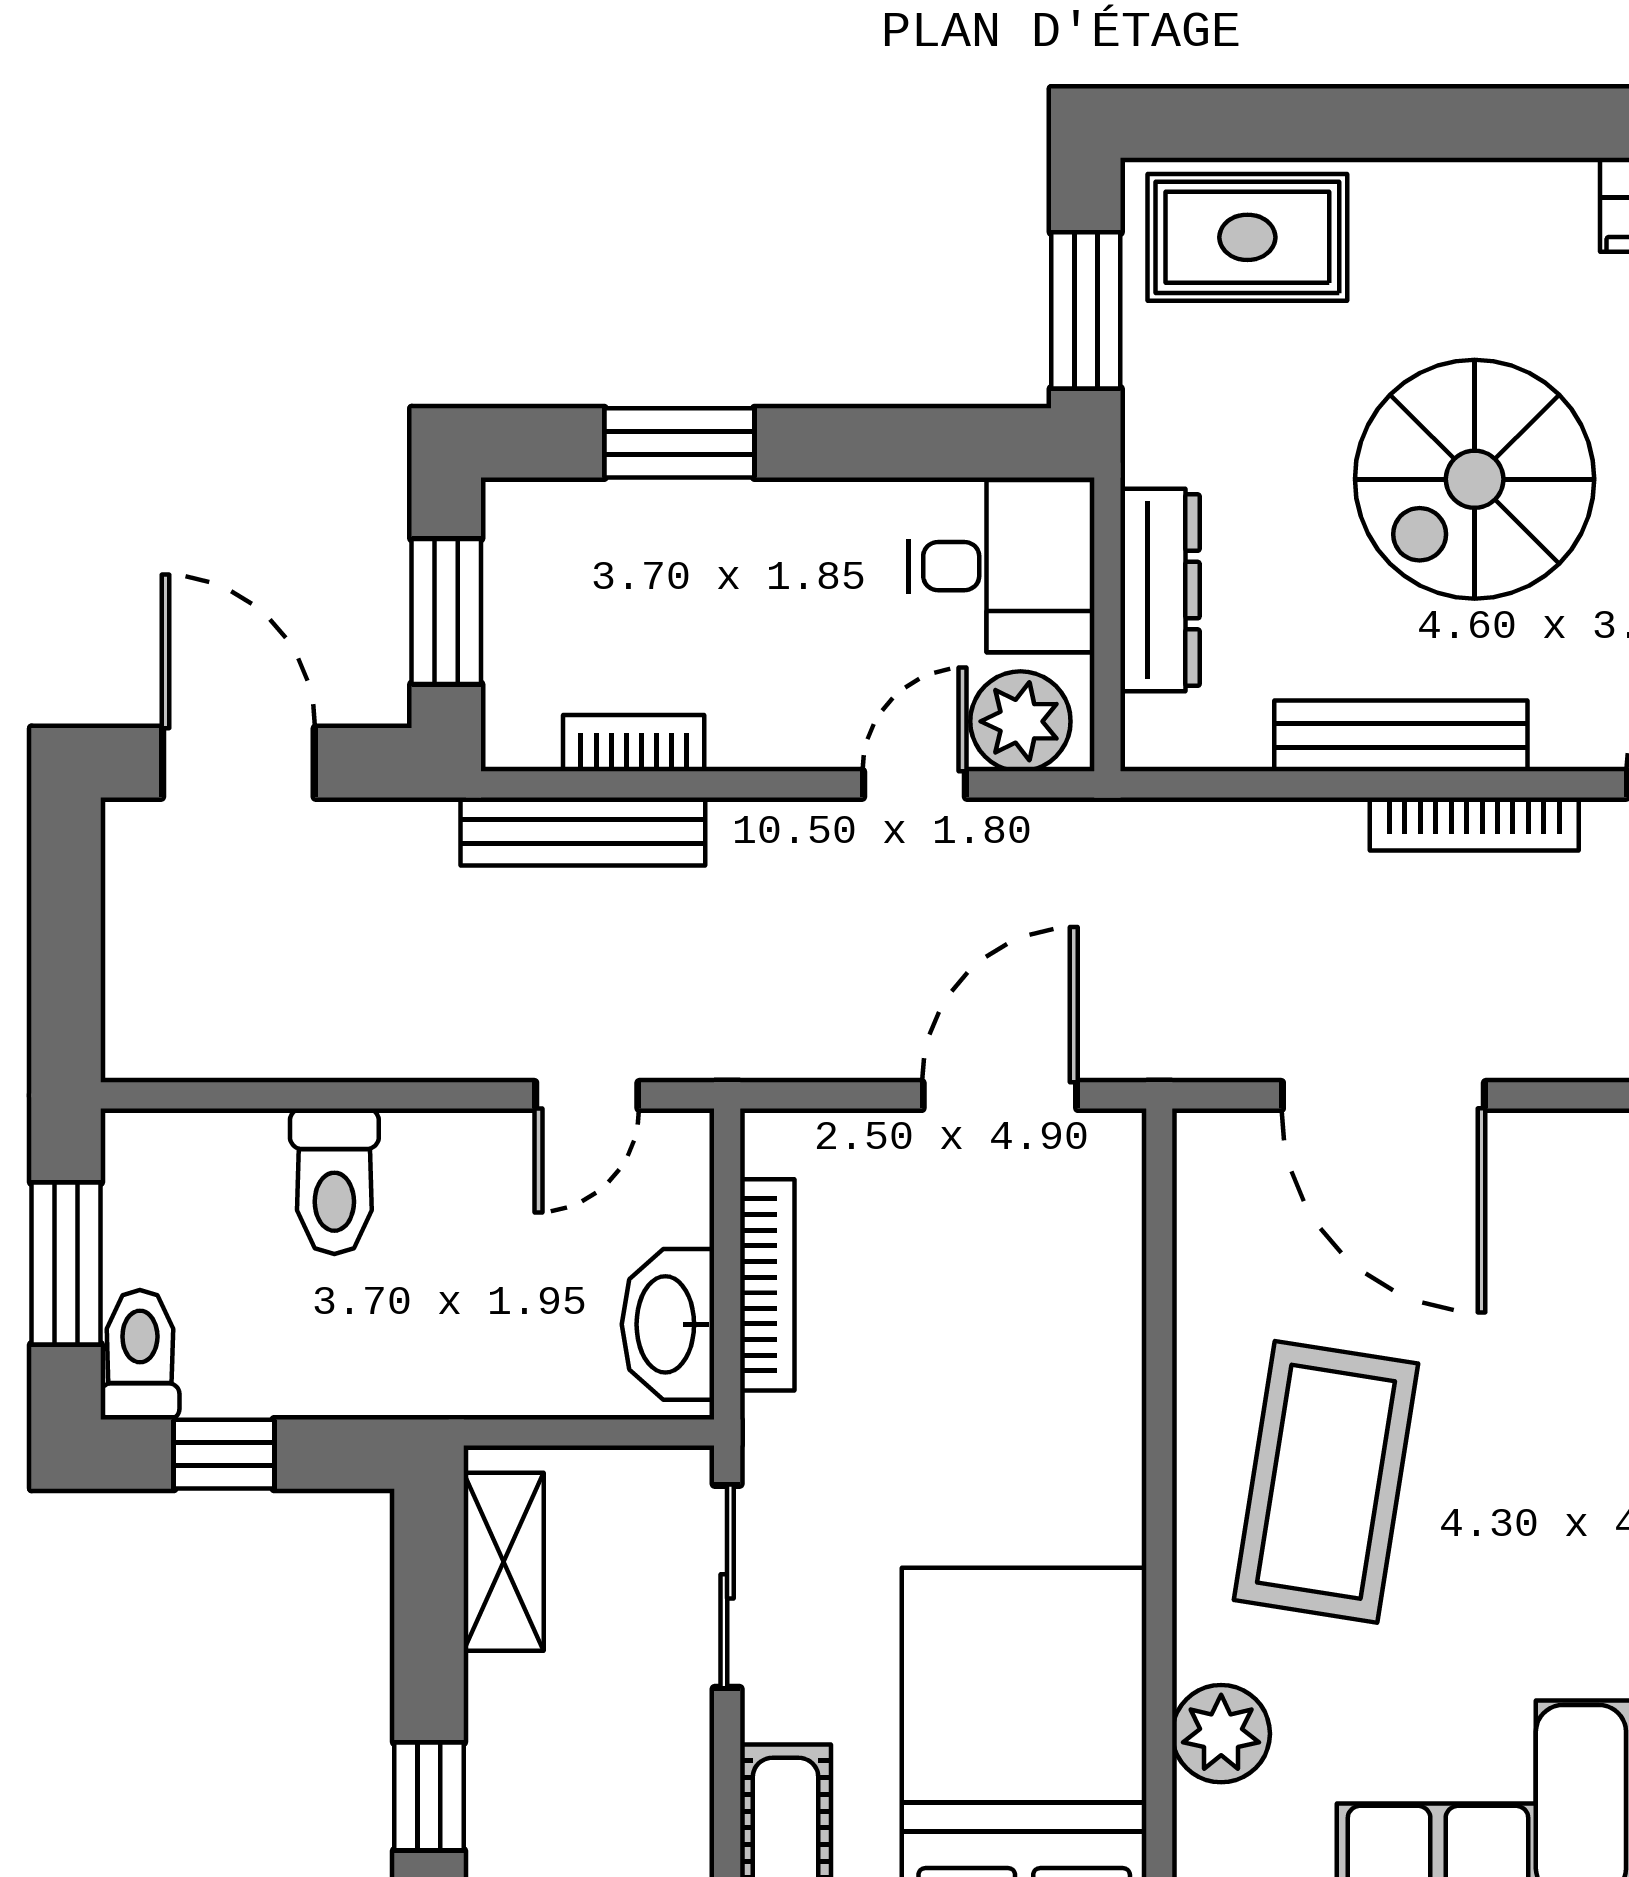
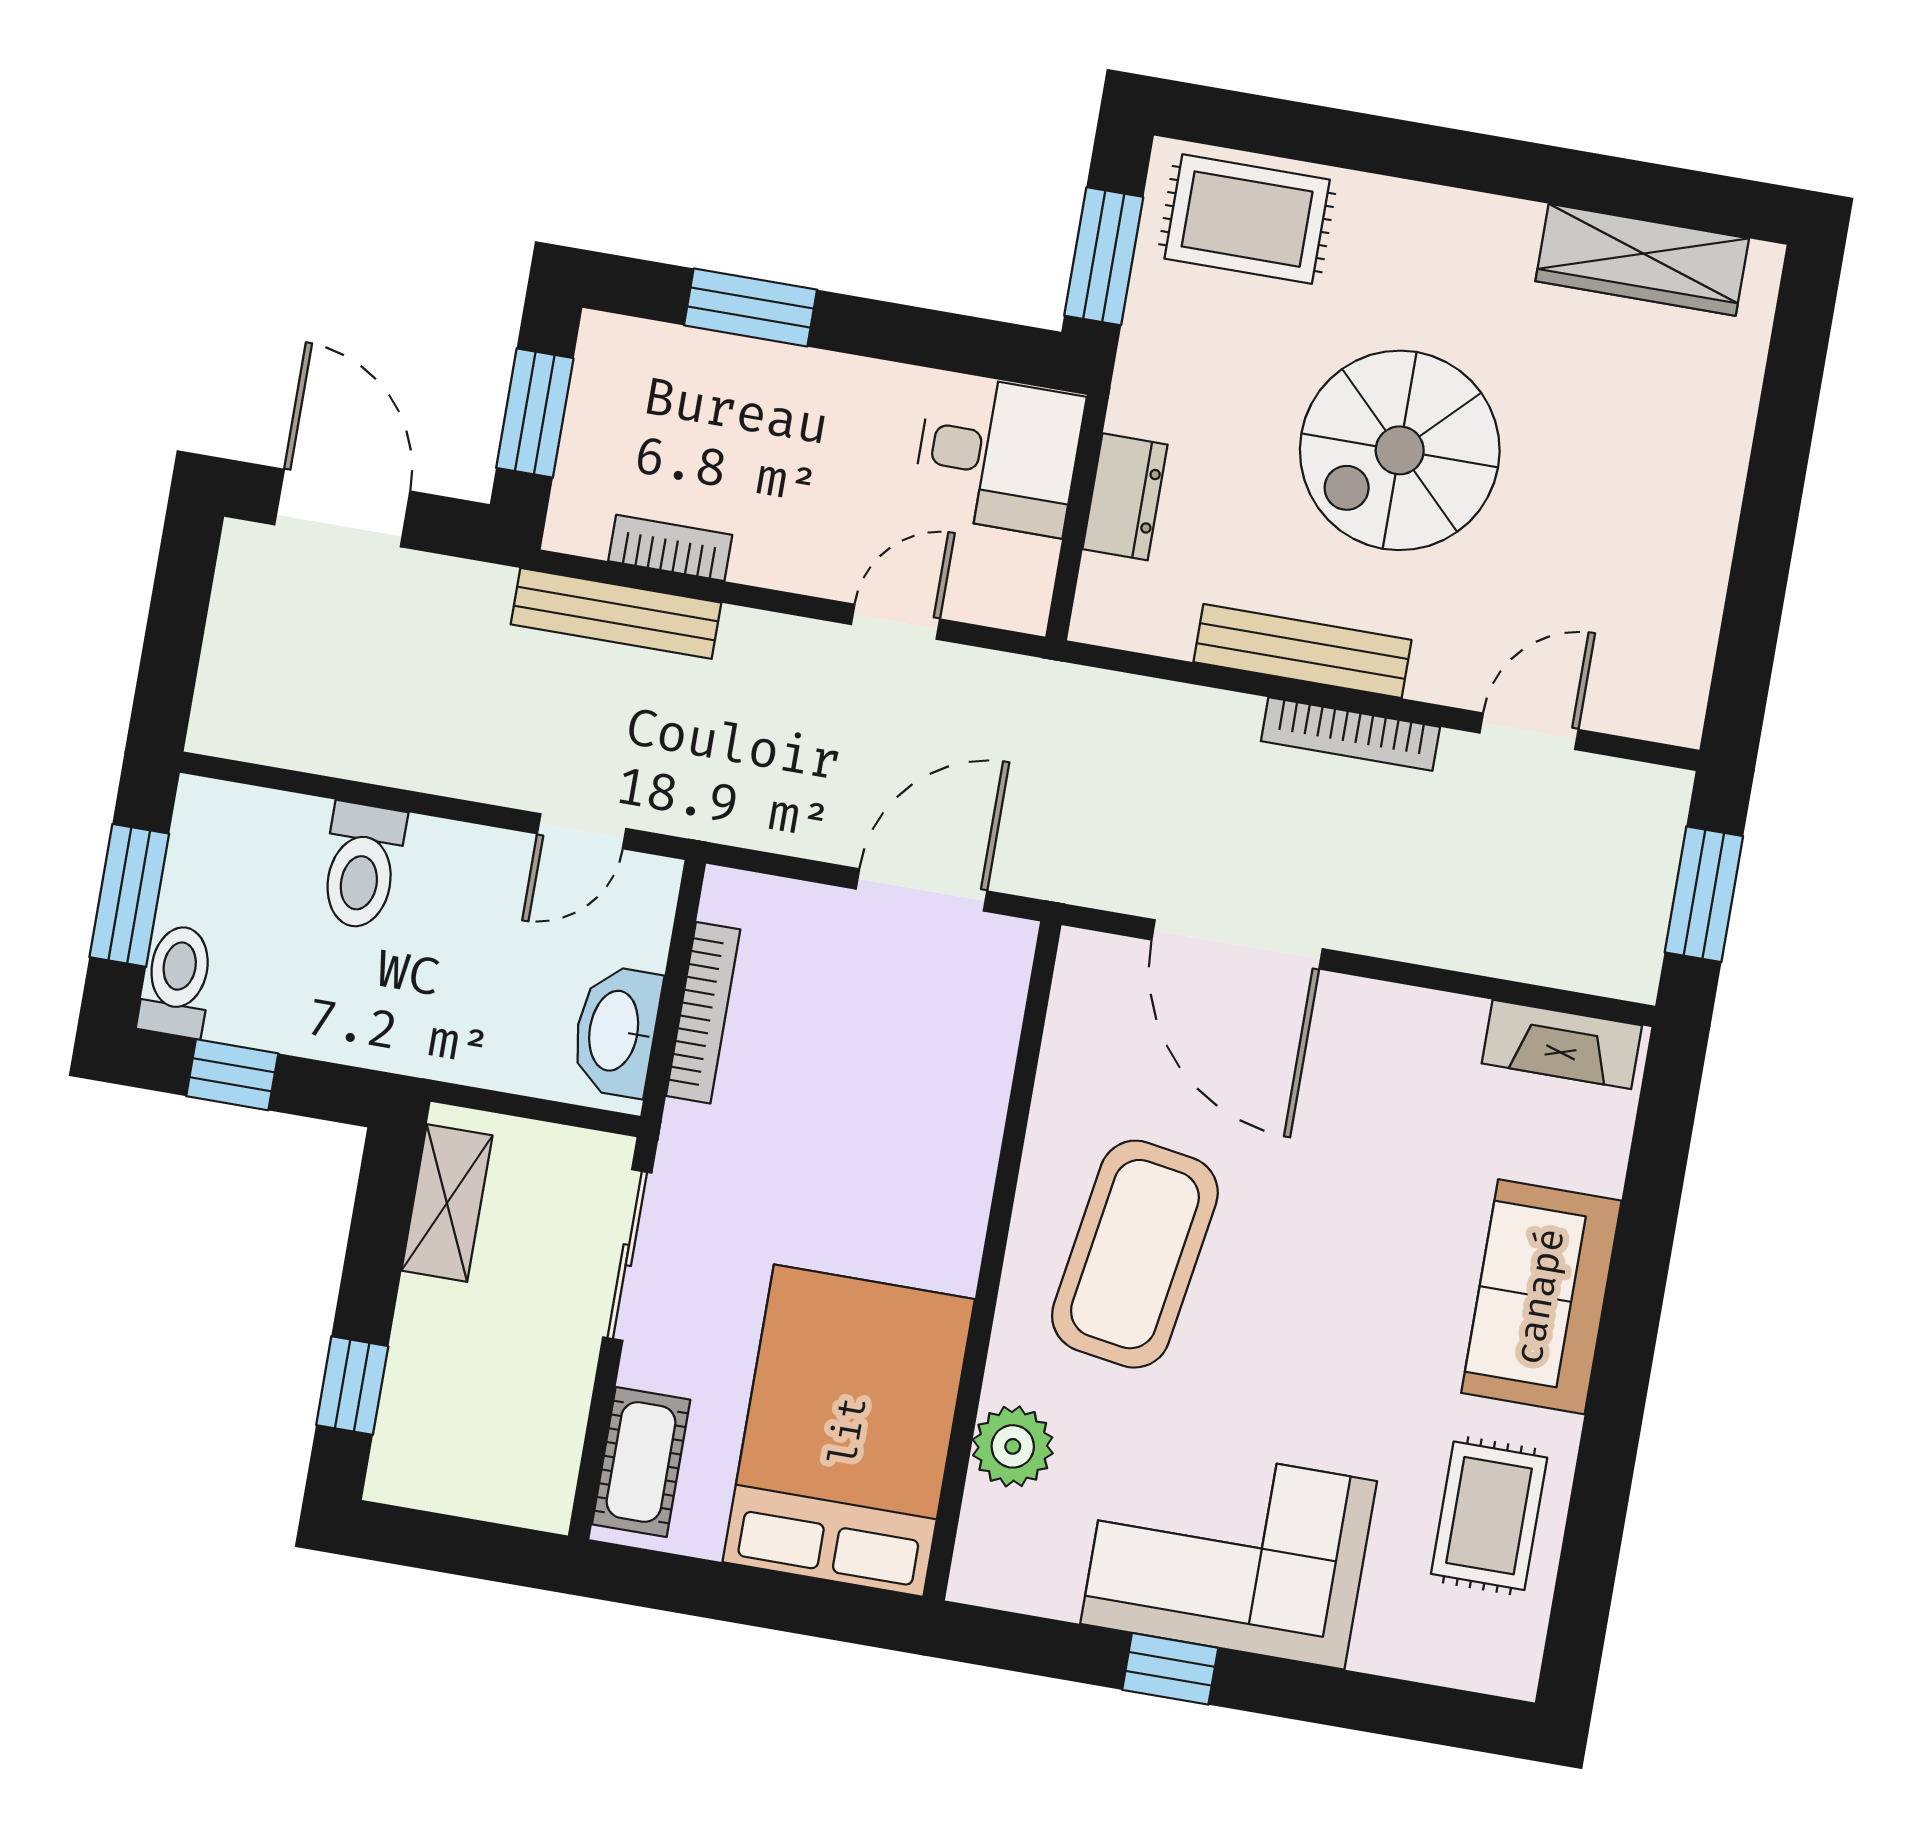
dresser: (1160, 590) -> (1125, 497), width x0.70
plant: (1020, 721) -> (992, 585), removed

